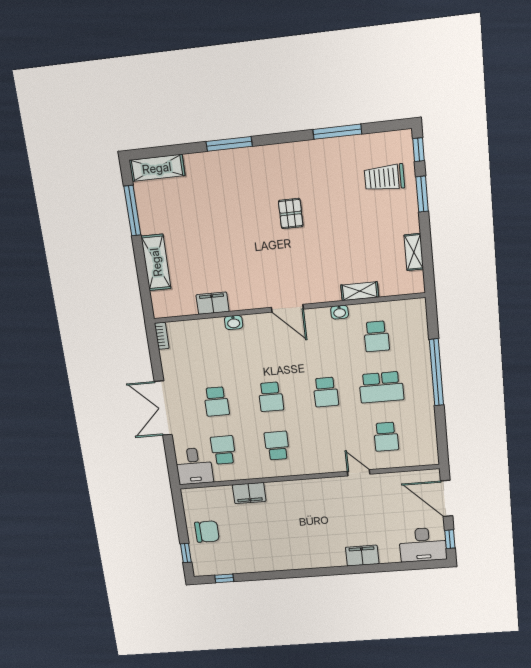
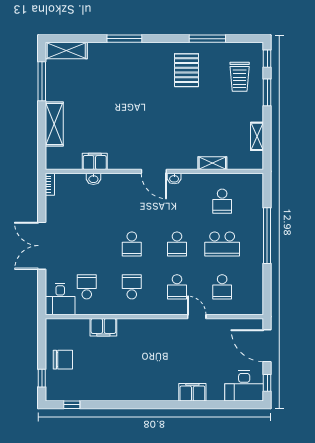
trolley: (384, 178) -> (240, 77), turned -90
pallet: (291, 214) -> (186, 70), moved, width x1.50, depth x1.42
washbasin: (340, 312) -> (174, 179), moved
washbasin: (234, 322) -> (93, 179), moved
school desk: (216, 401) -> (177, 287), moved

